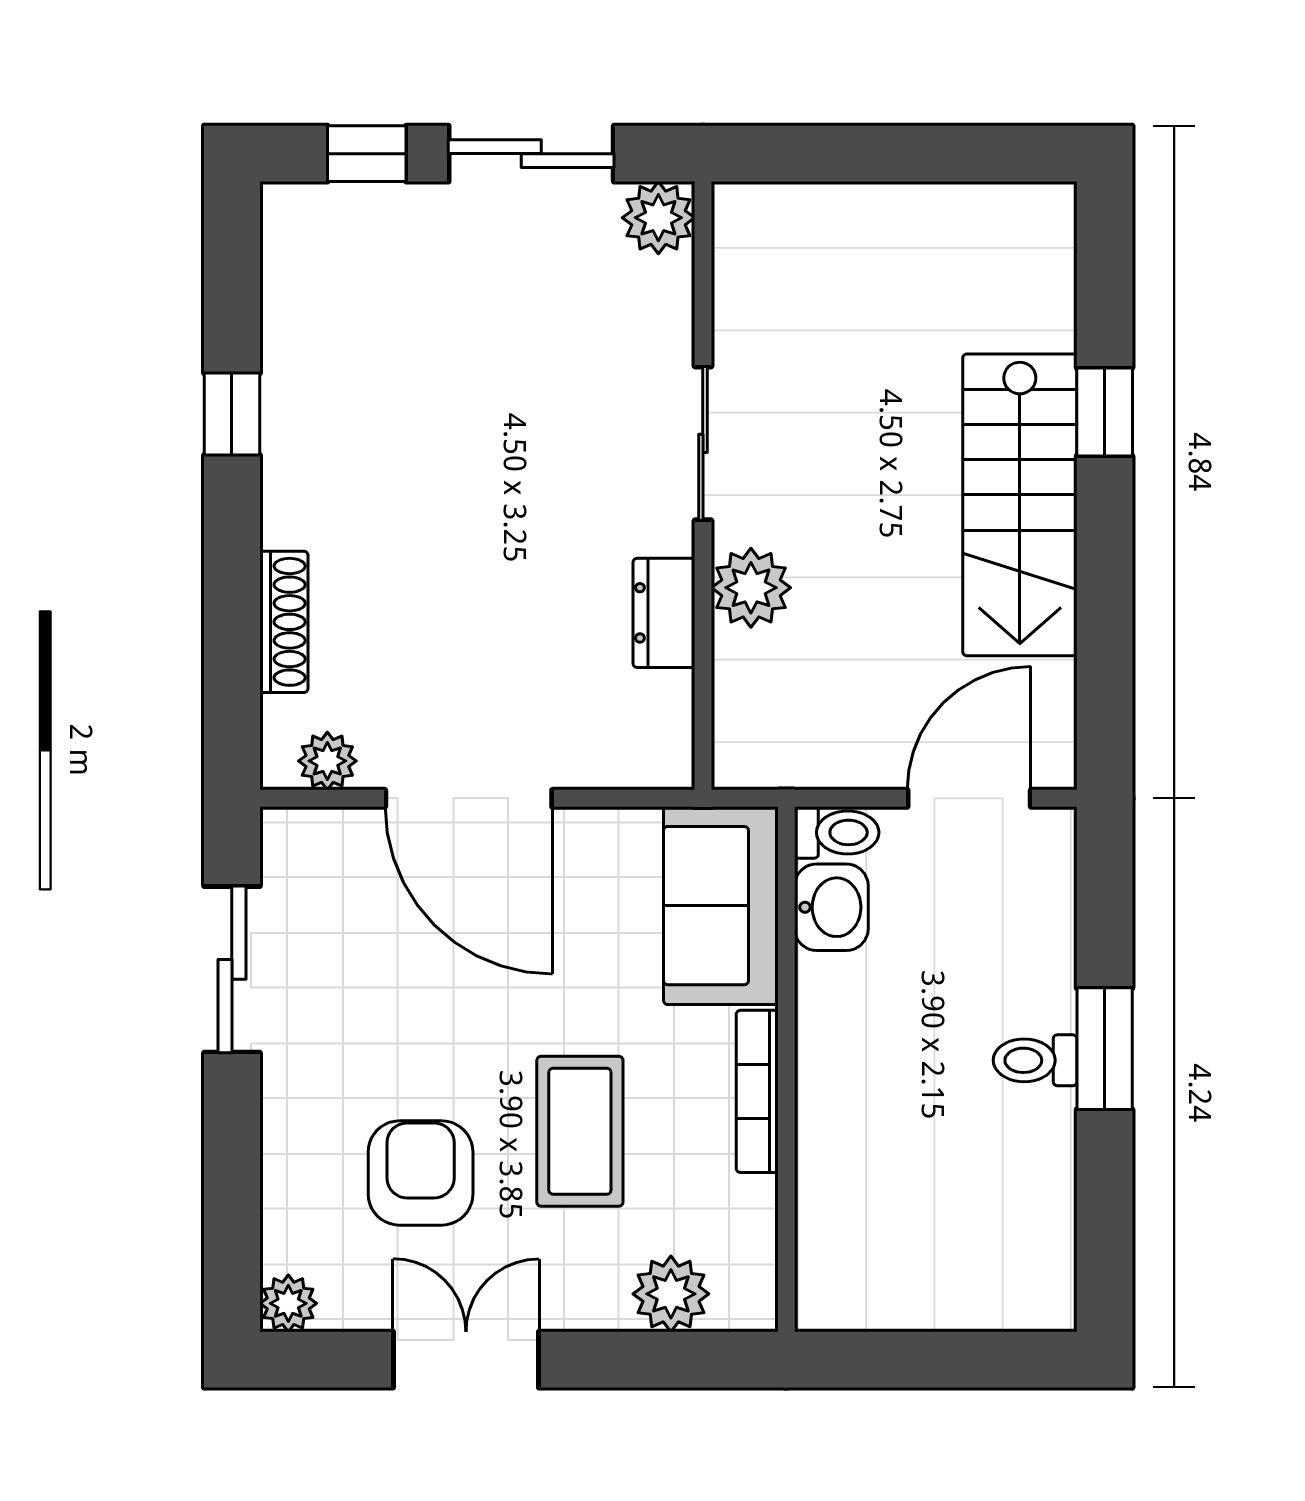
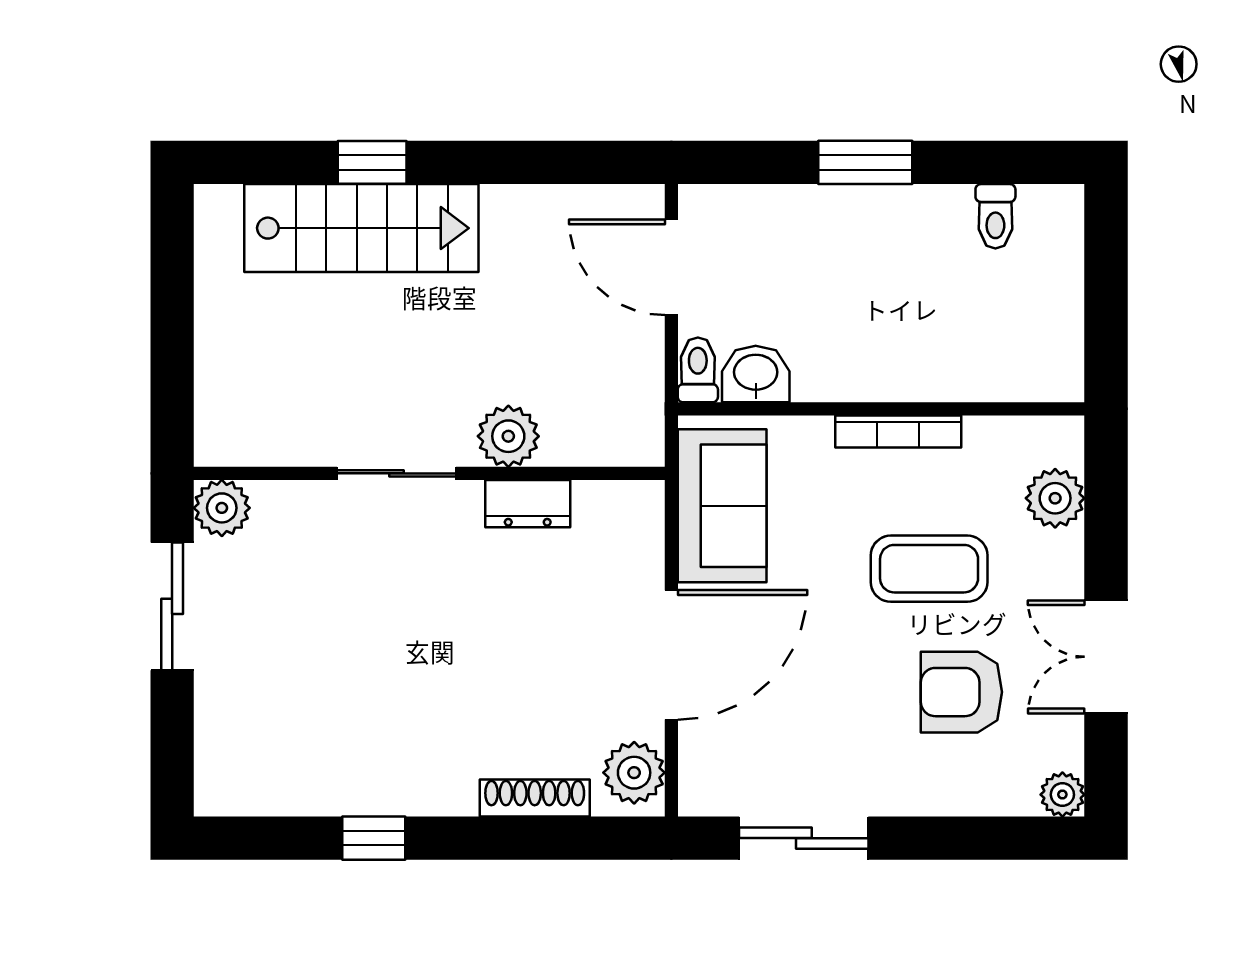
window: (367, 154) -> (172, 734), removed
stairs: (1020, 505) -> (361, 228), moved
plant: (327, 761) -> (634, 773), width x1.38, depth x1.38
sofa: (721, 906) -> (722, 506), moved, turned -90
toilet: (1035, 1060) -> (995, 216), moved

